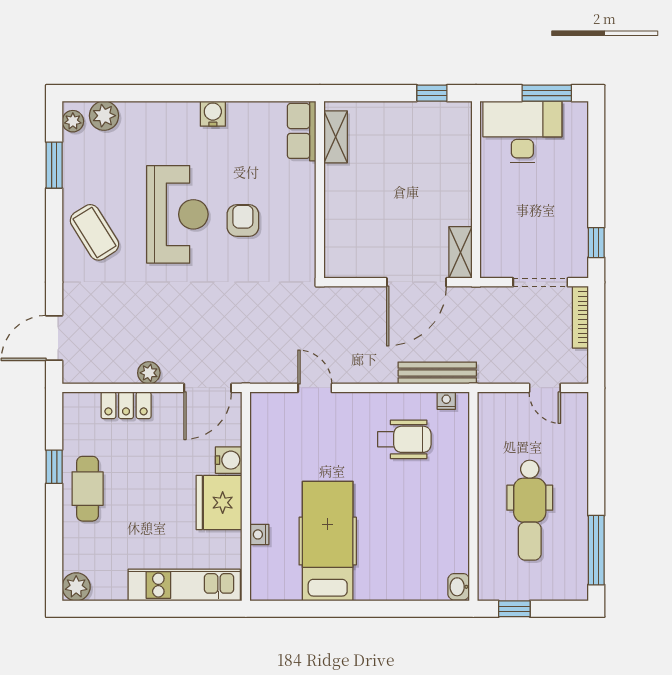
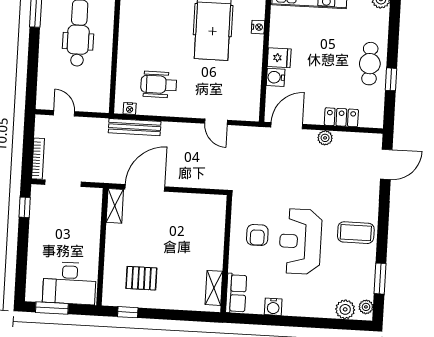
row of seats: (302, 131) -> (236, 293), moved
shelving: (336, 137) -> (214, 288), moved
pallet: (414, 146) -> (141, 278), added
wall: (320, 190) -> (226, 254), moved
coffee table: (94, 232) -> (356, 233), turned -58
fridge: (219, 503) -> (279, 58), width x0.53, depth x0.75

